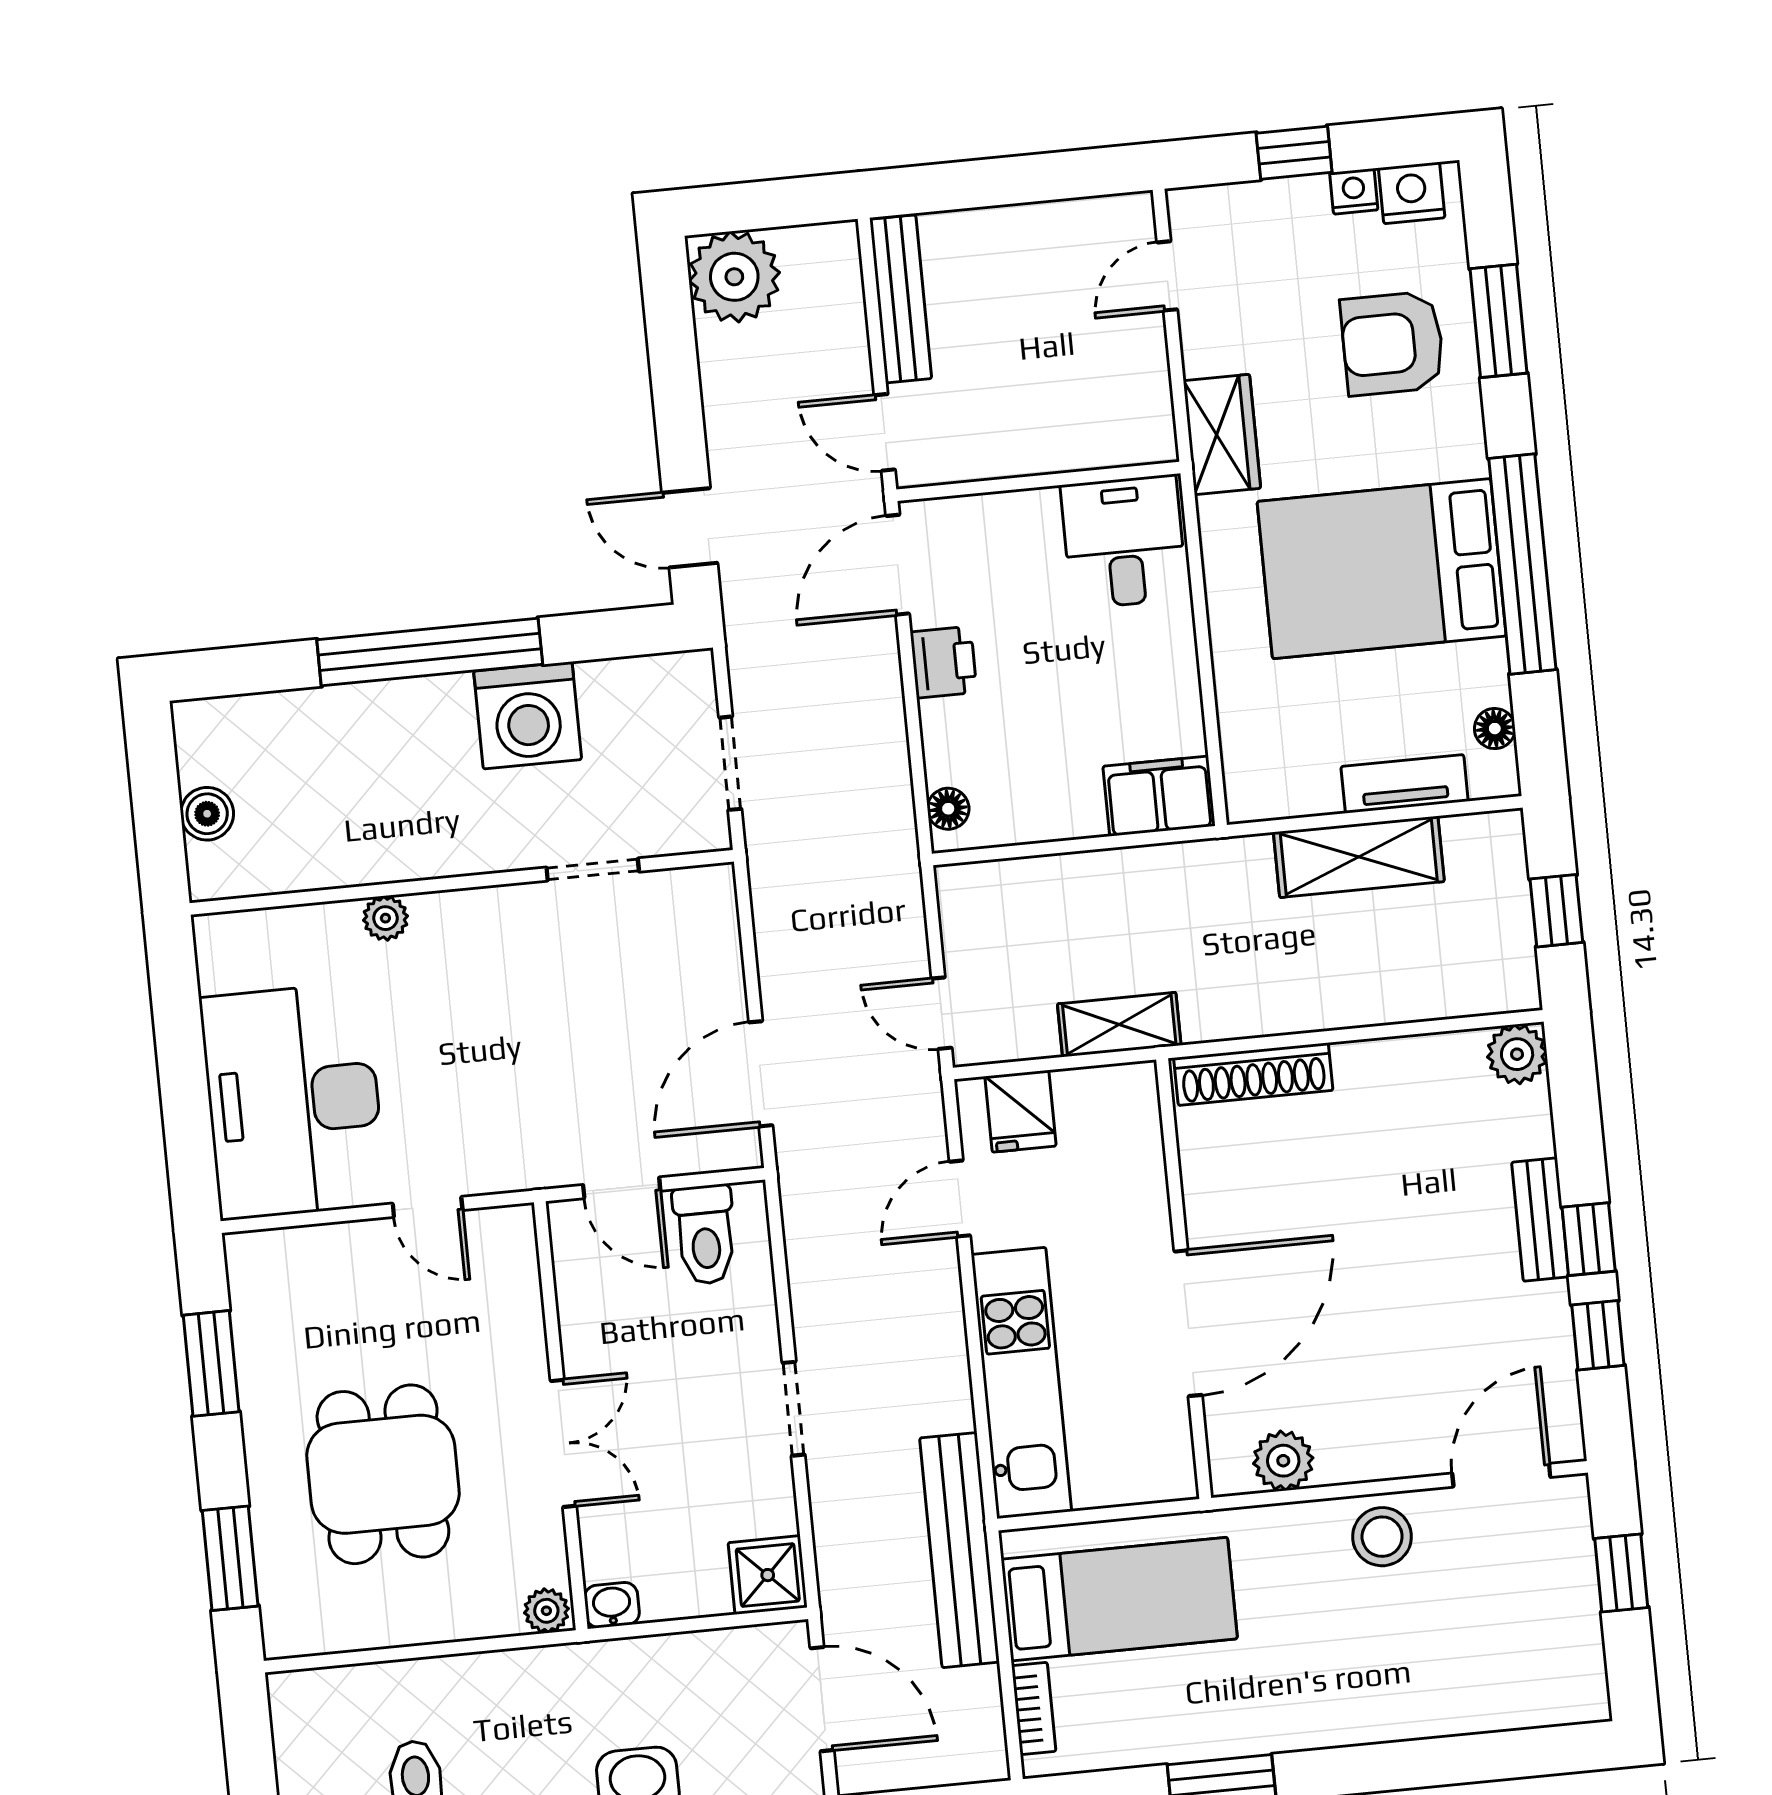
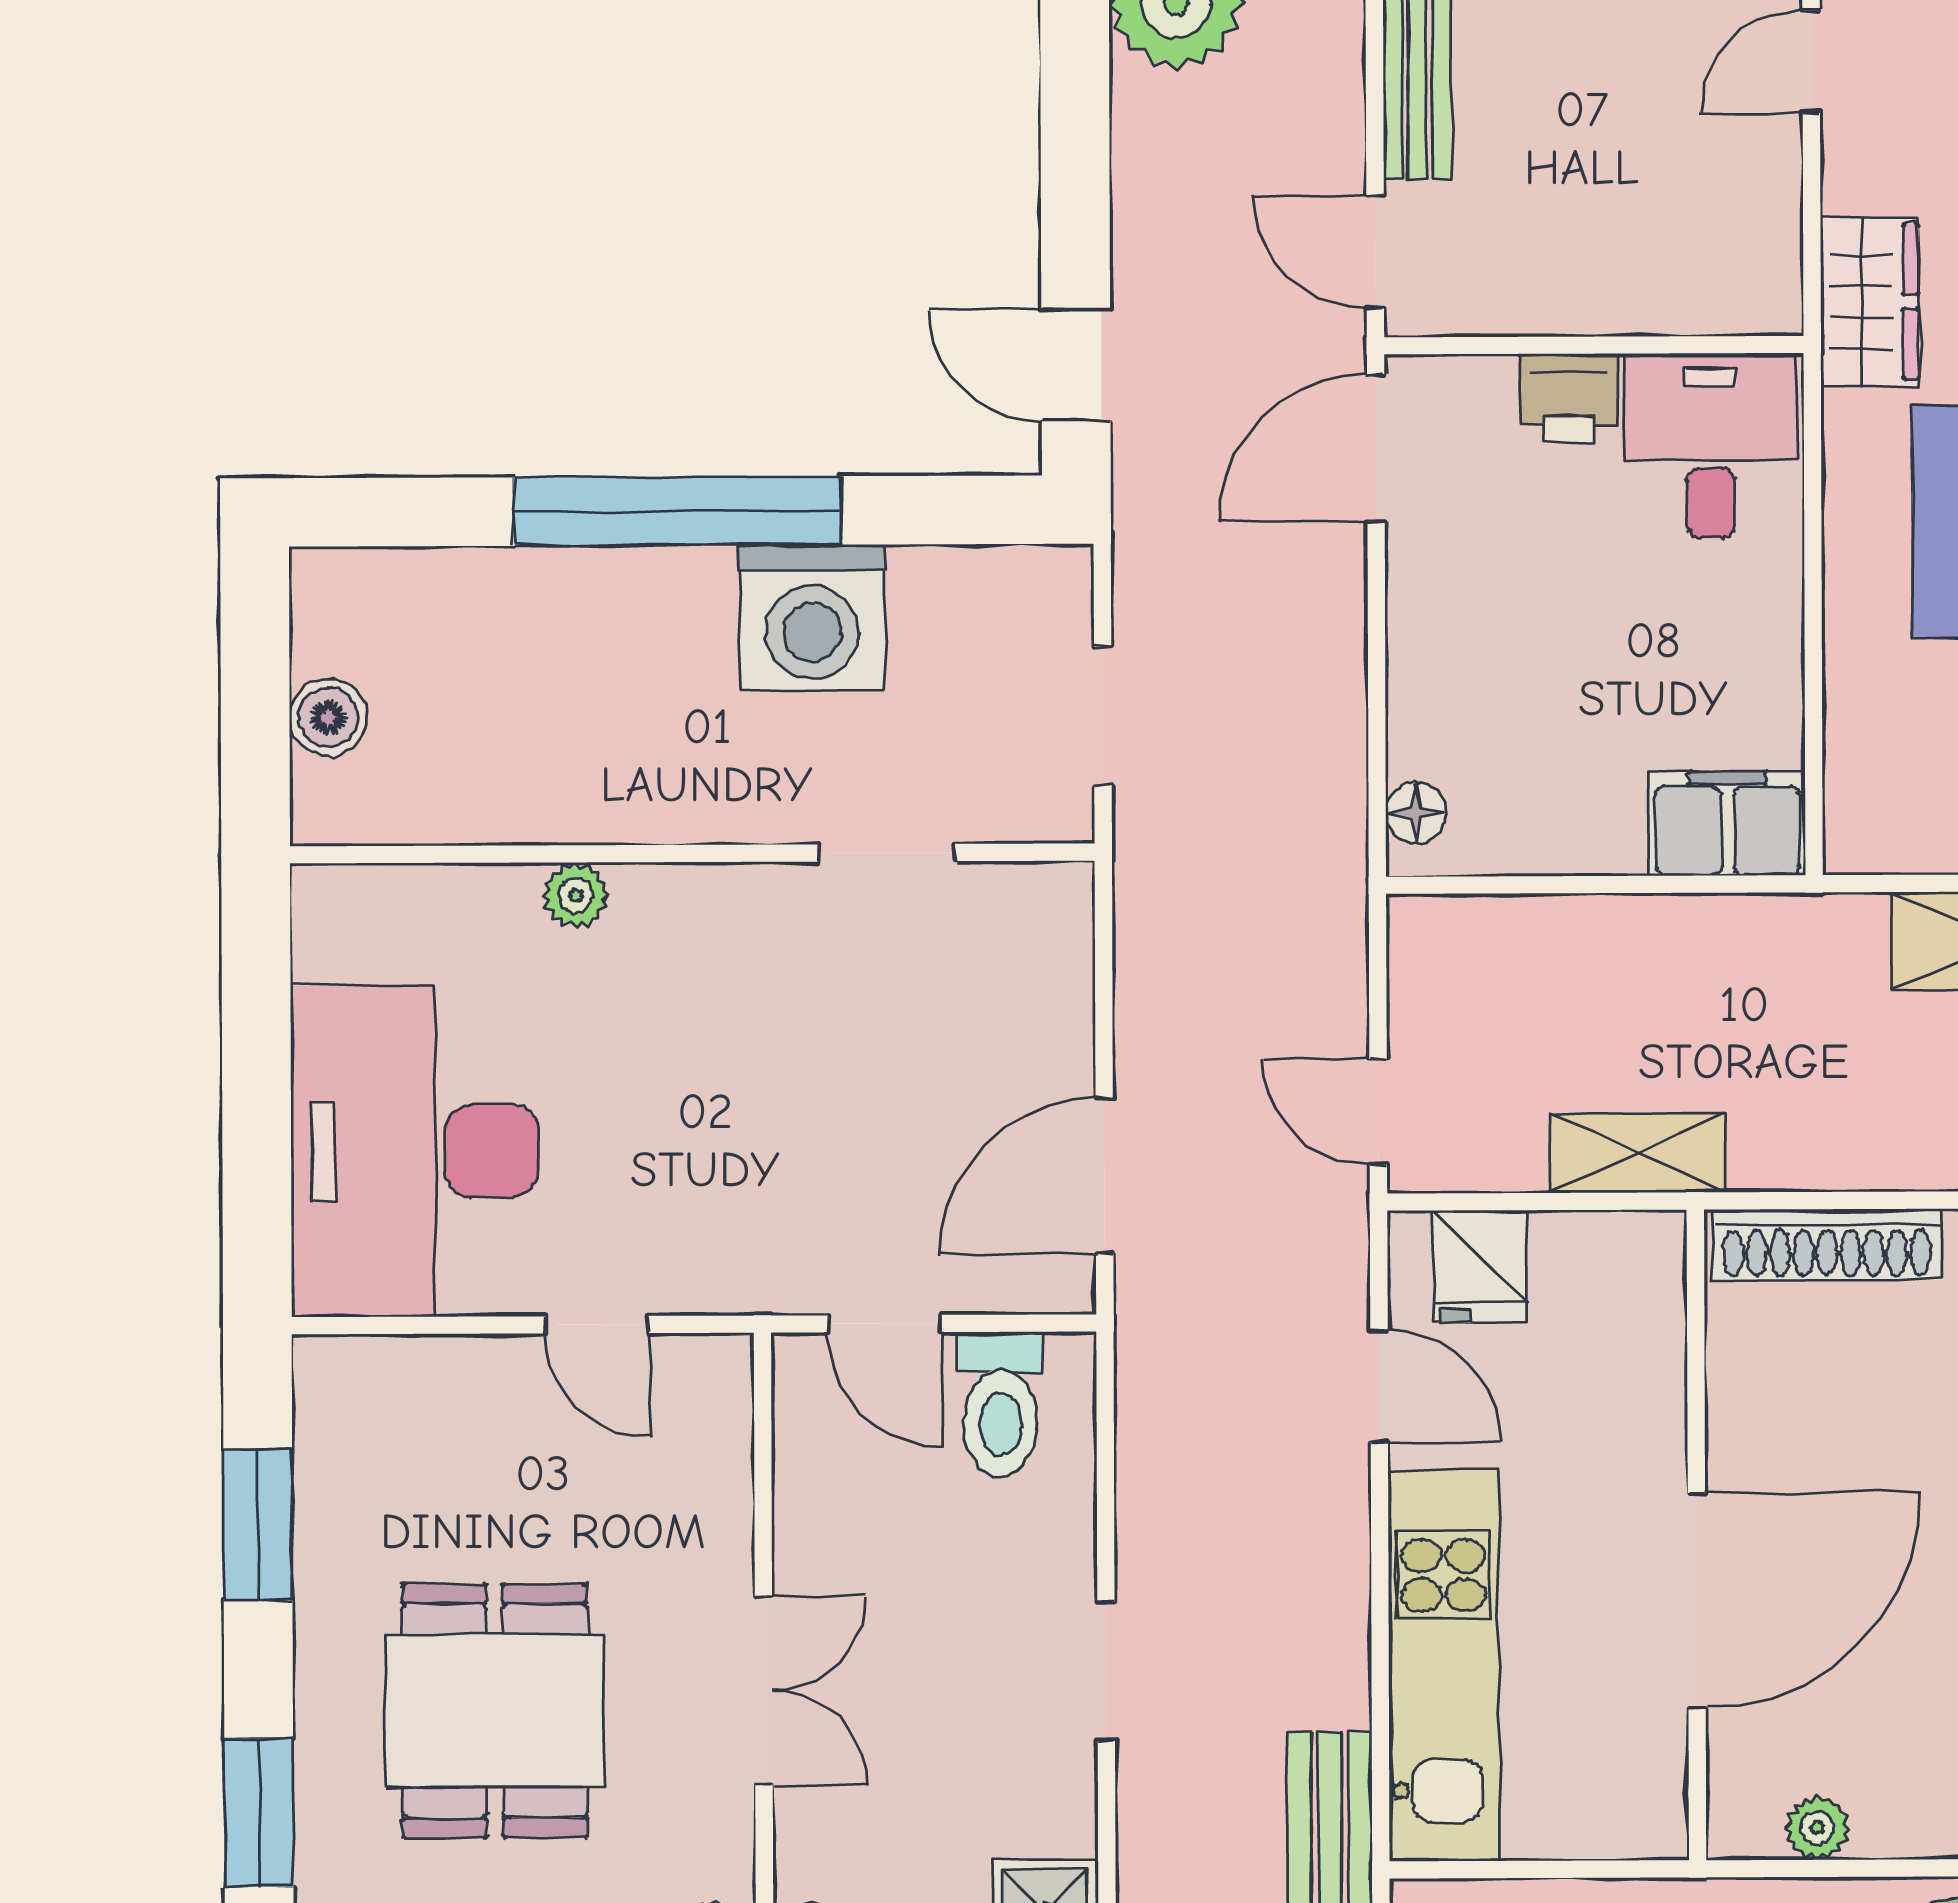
printer: (944, 662) -> (1569, 398), moved, turned 90
door: (960, 1199) -> (1379, 1386), swing flipped
plant: (1283, 1461) -> (1817, 1828), width x0.73, depth x0.73

